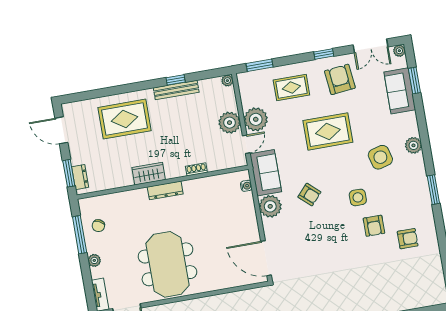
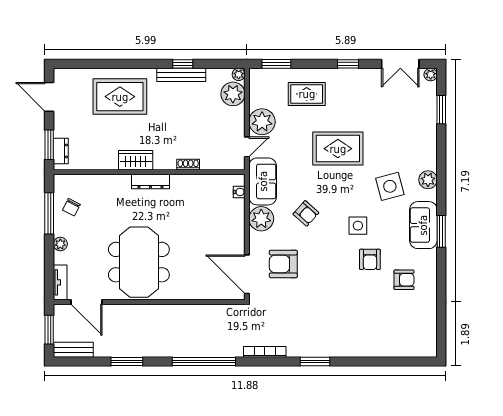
armchair: (340, 79) -> (283, 264), moved, turned -84
sofa: (400, 91) -> (423, 225), moved
plant: (230, 123) -> (233, 94), moved

